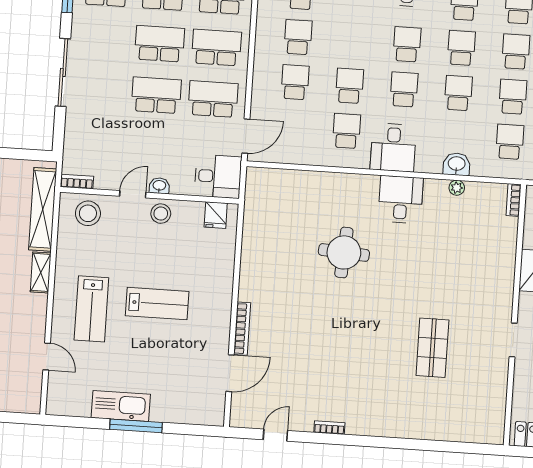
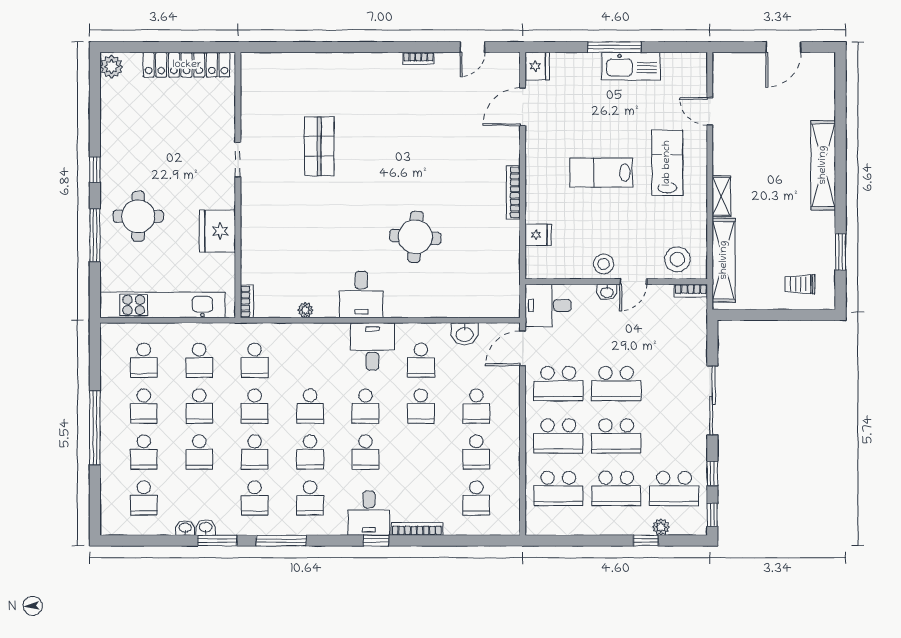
washbasin: (457, 164) -> (465, 334), moved
fridge: (216, 215) -> (538, 235), moved, turned 90
bookcase: (242, 329) -> (513, 192), moved
fridge: (213, 412) -> (537, 66), added

